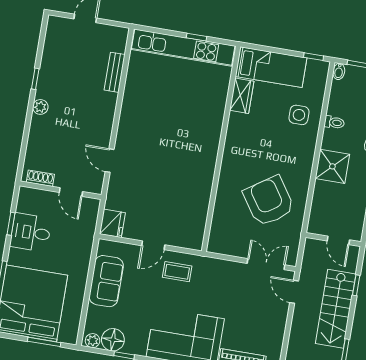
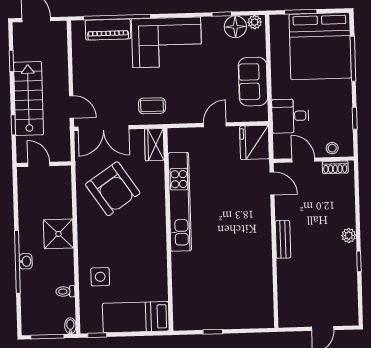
kitchen unit: (183, 48) -> (180, 202), moved, turned 90
bench: (115, 72) -> (283, 239), moved
wardrobe: (242, 96) -> (154, 145), moved
toilet: (334, 122) -> (65, 291), moved
door: (110, 161) -> (272, 183), moved
stool: (40, 198) -> (332, 148), added
fridge: (112, 223) -> (254, 142), width x1.36, depth x1.34
desk: (31, 232) -> (290, 116), moved, turned 180
double door: (266, 264) -> (103, 128), width x1.37
coffee table: (177, 272) -> (152, 106), moved

